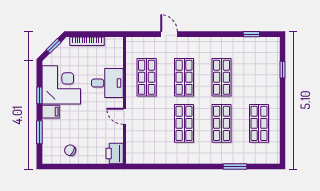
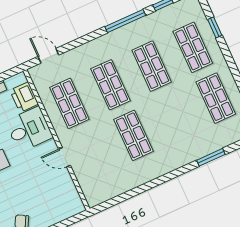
door: (169, 34) -> (48, 56), moved
window: (217, 34) -> (125, 21), added
shop shelf: (222, 123) -> (193, 47), moved
printer: (115, 153) -> (24, 97), moved

